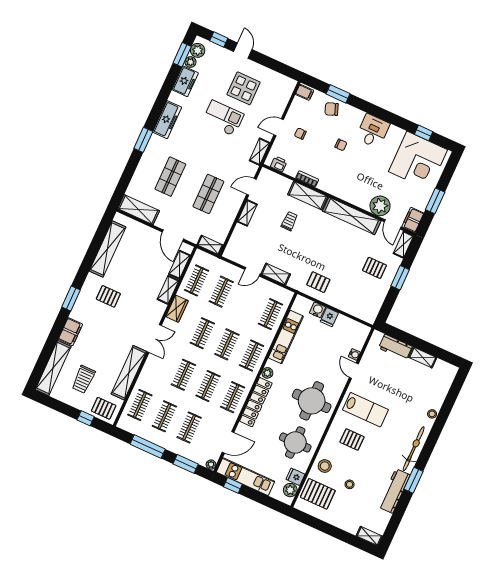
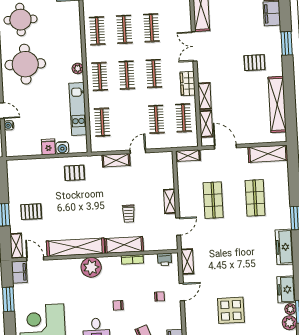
checkout: (223, 118) -> (235, 274), removed
plant: (380, 206) -> (91, 267), moved
locker: (256, 402) -> (74, 37), removed

